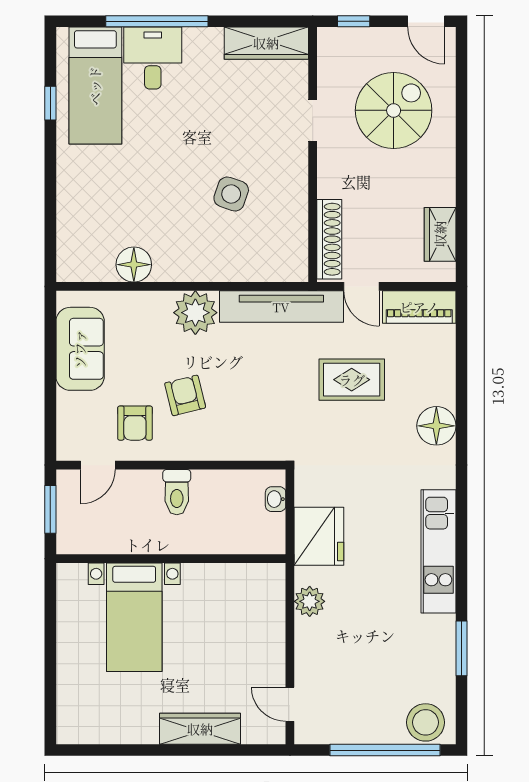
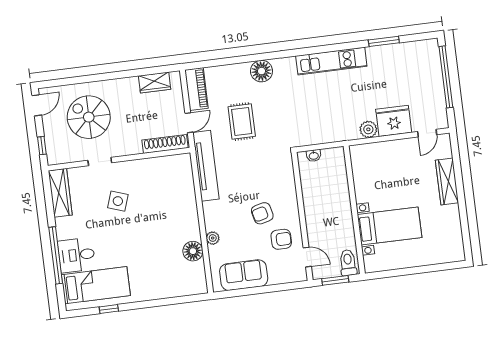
side table: (231, 194) -> (118, 201), moved
plant: (195, 313) -> (213, 238), moved, width x0.53, depth x0.53
toilet: (177, 492) -> (348, 263), moved, turned -90
fridge: (319, 536) -> (394, 121), moved
stool: (426, 722) -> (428, 56), removed

